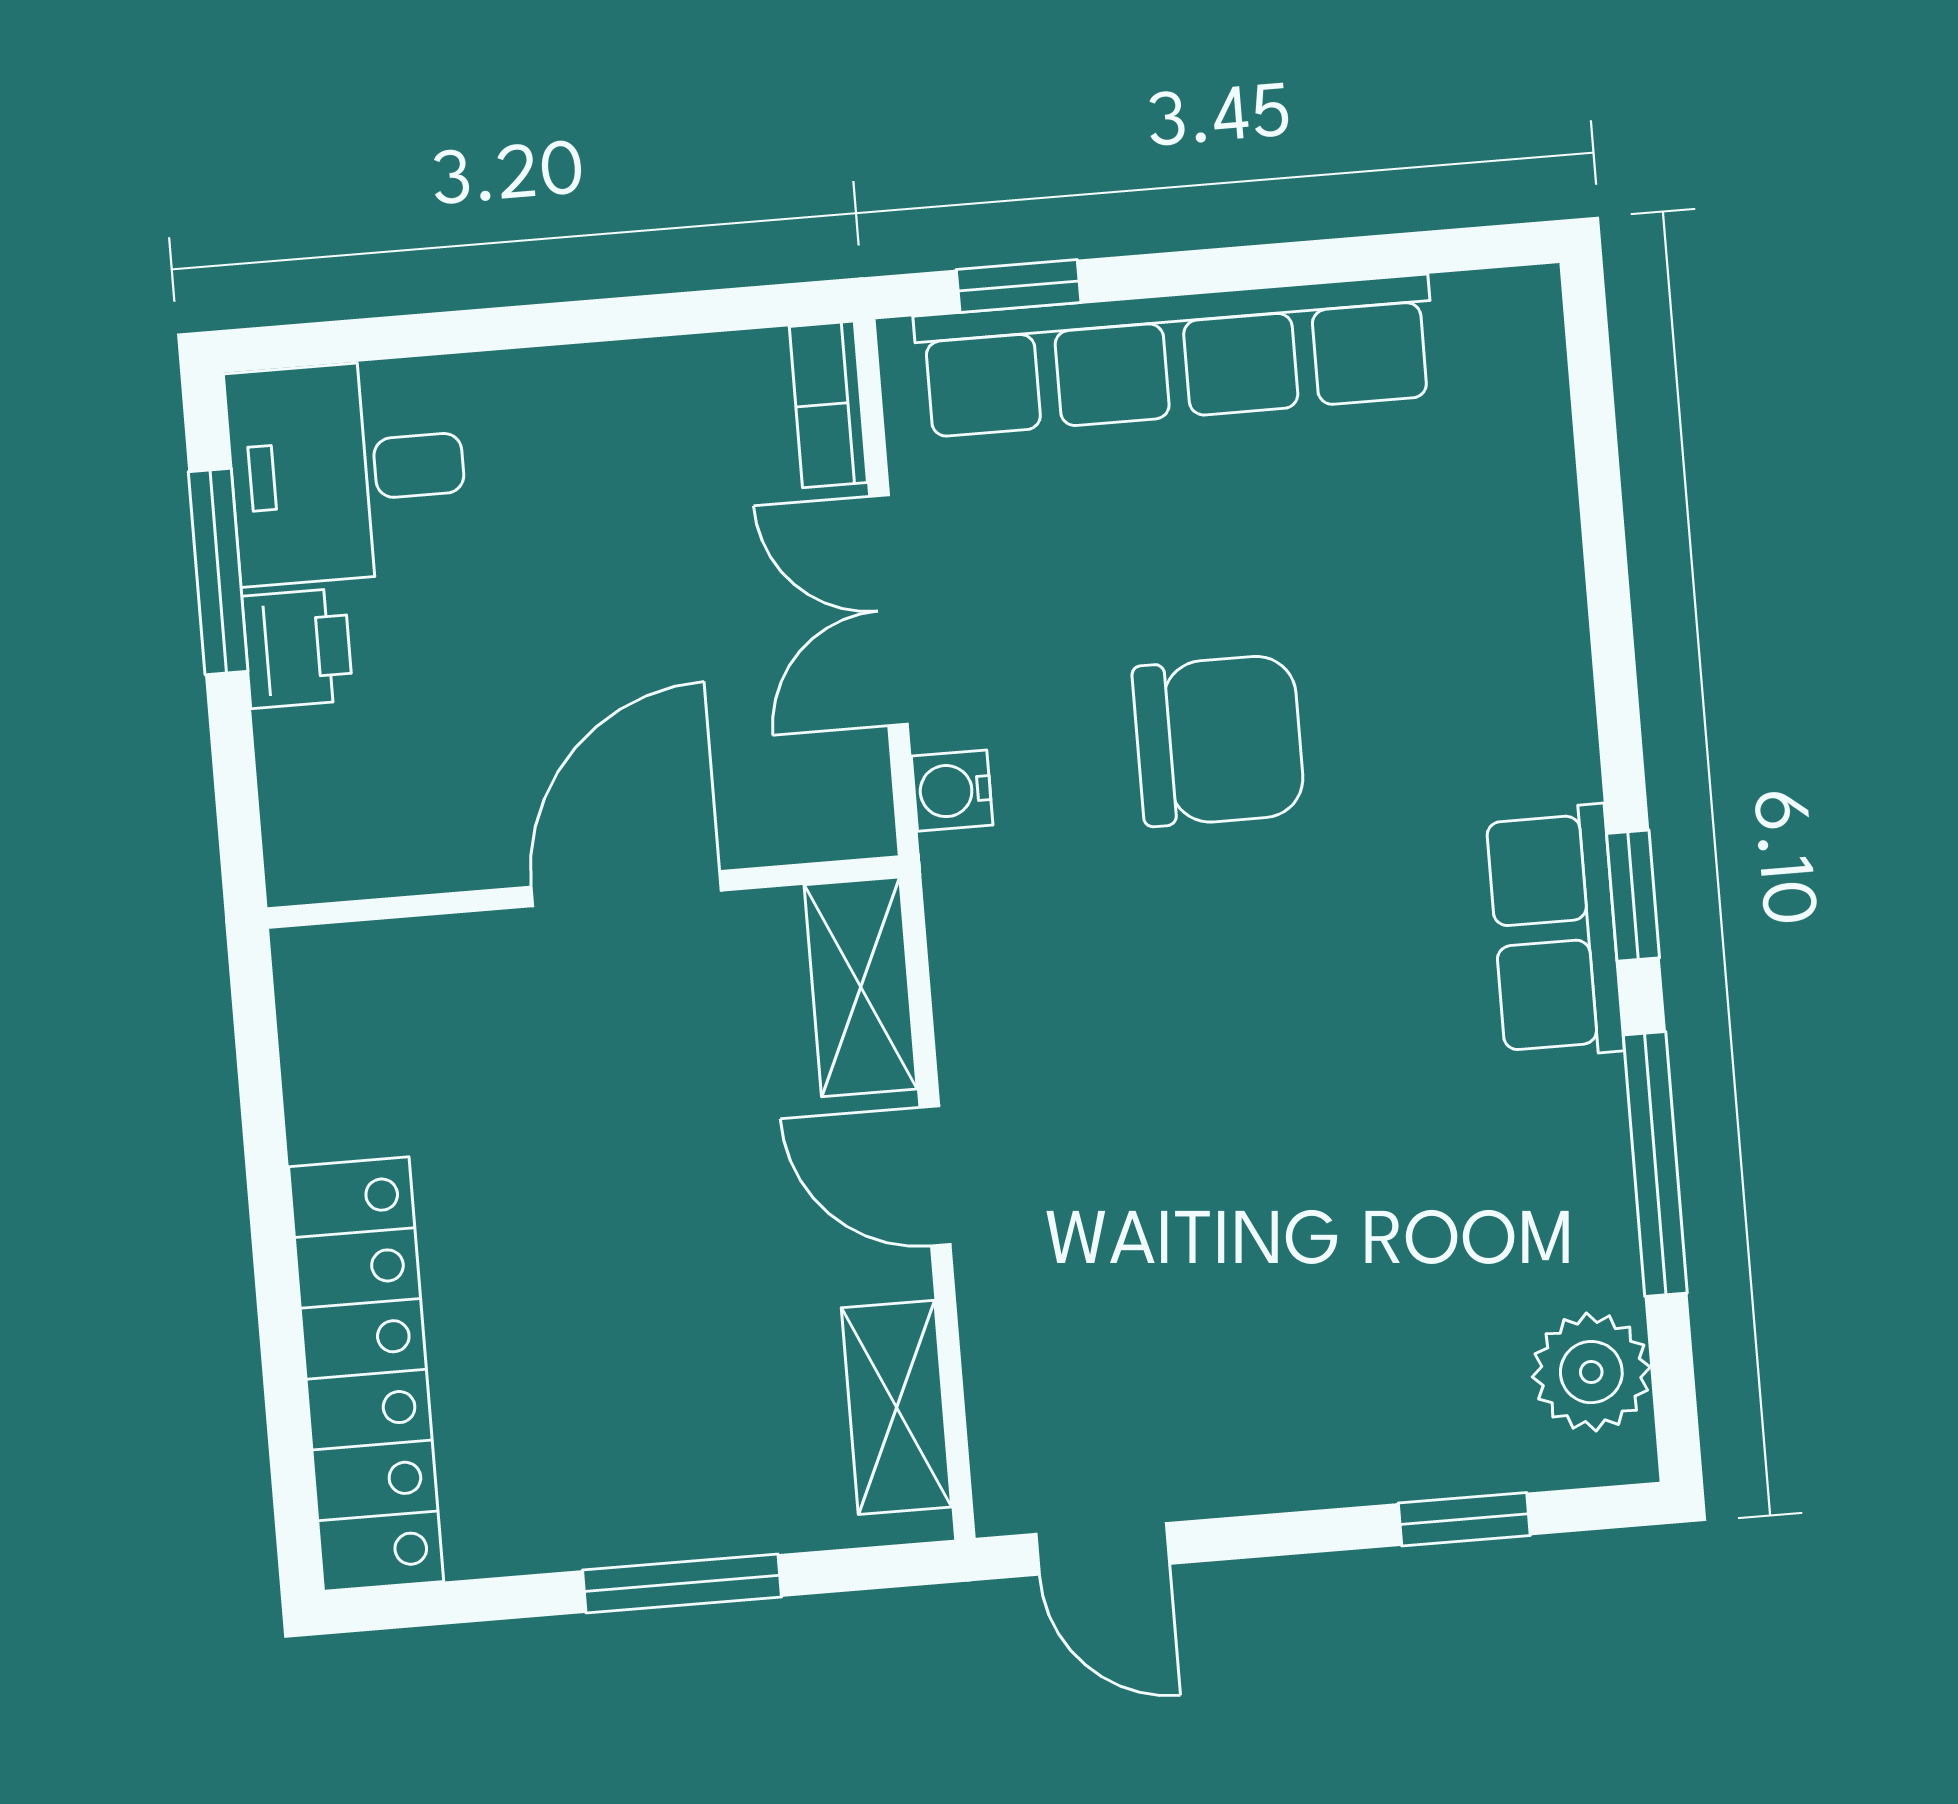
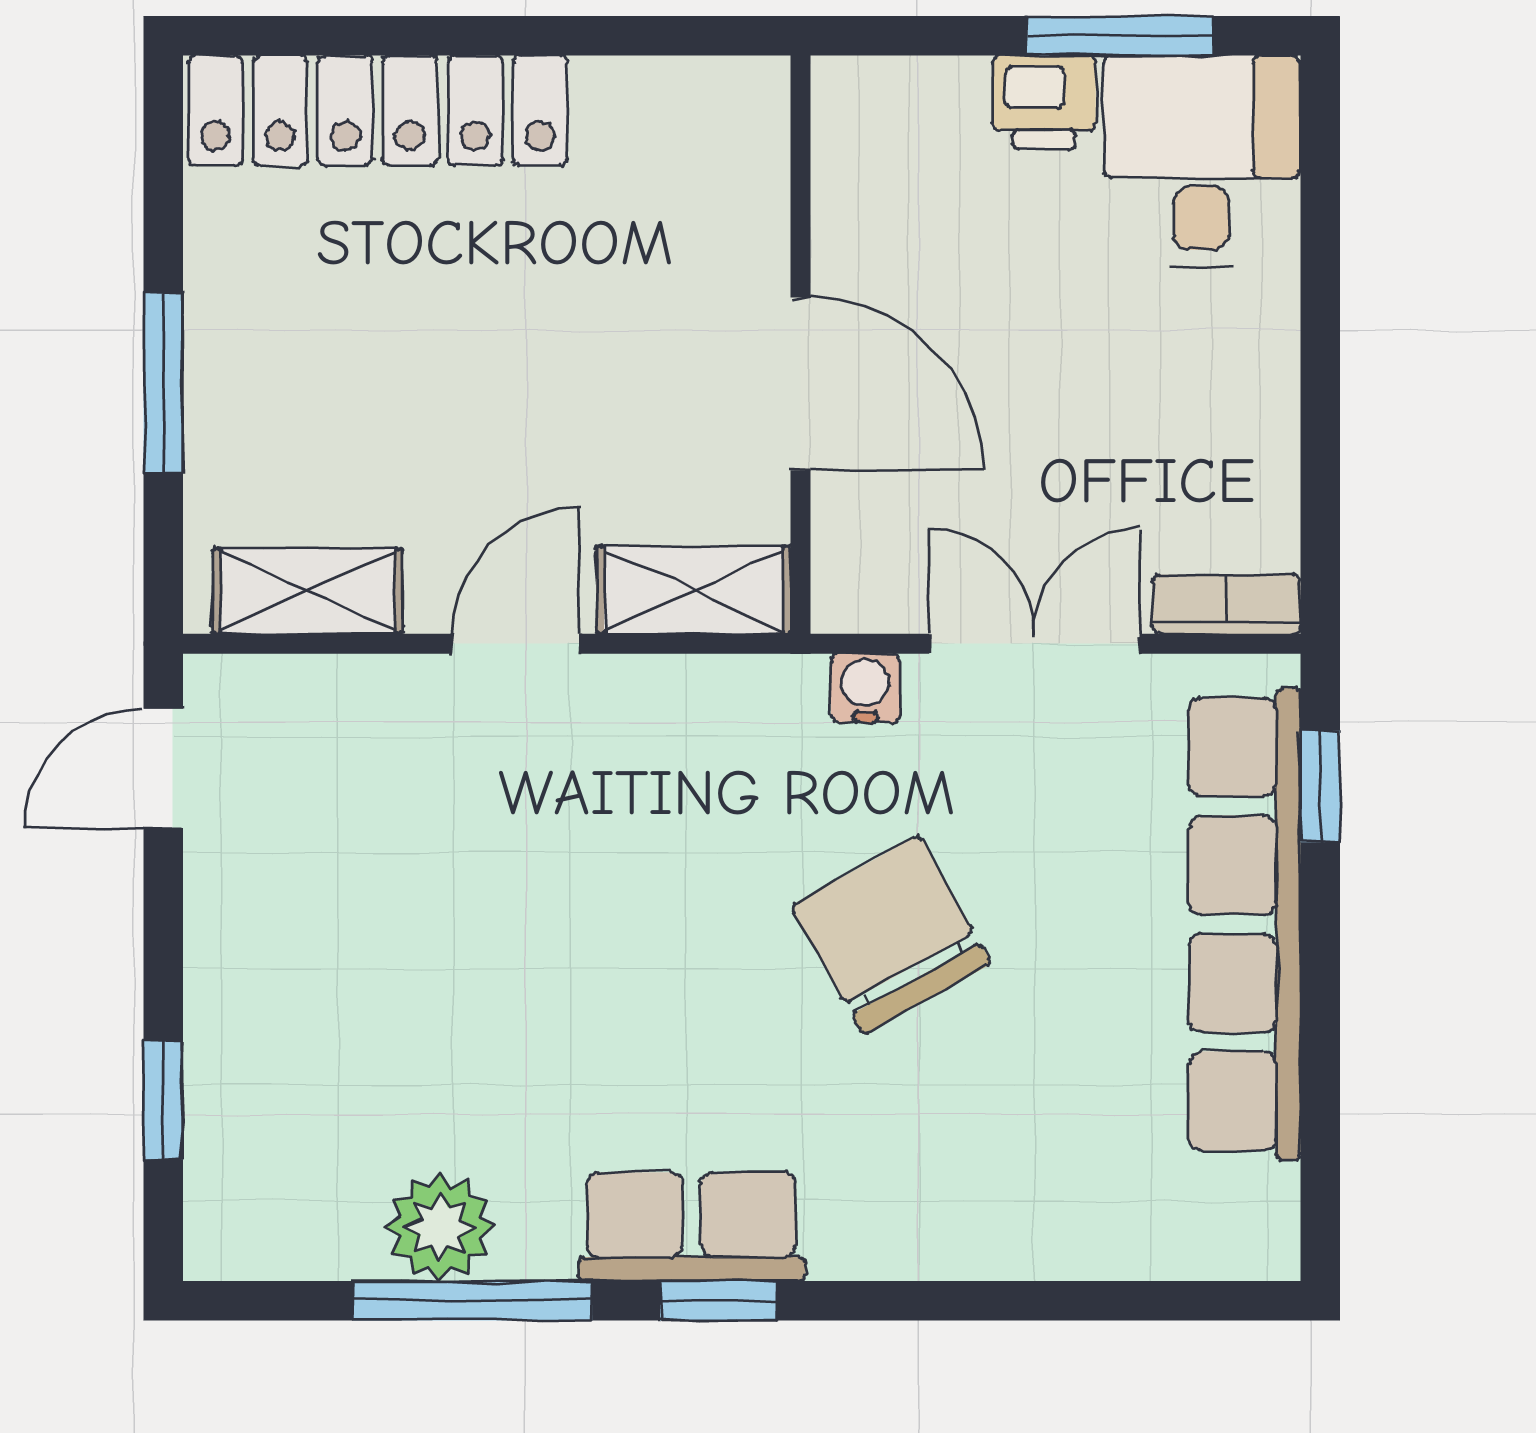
chair: (1219, 740) -> (891, 935), turned 151
plant: (1591, 1372) -> (440, 1227), moved

